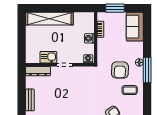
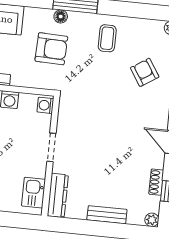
kitchen sink: (48, 57) -> (34, 193), moved
armchair: (120, 70) -> (51, 49), moved

